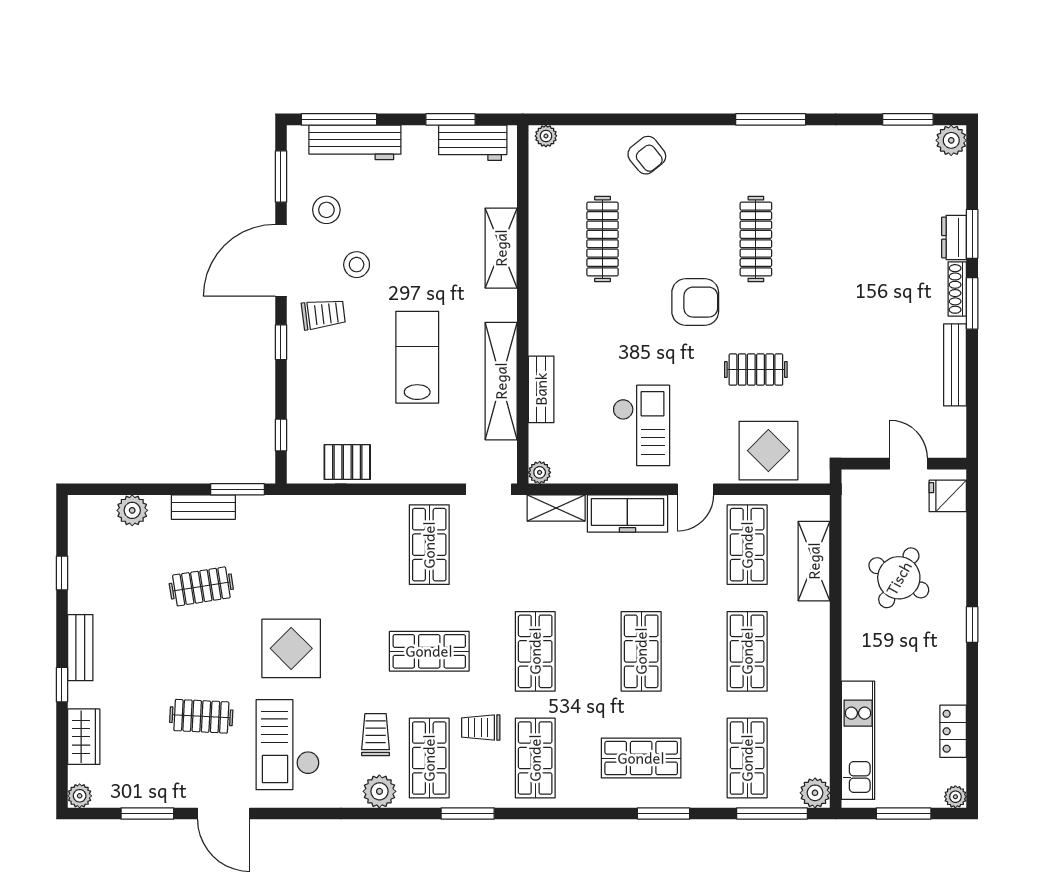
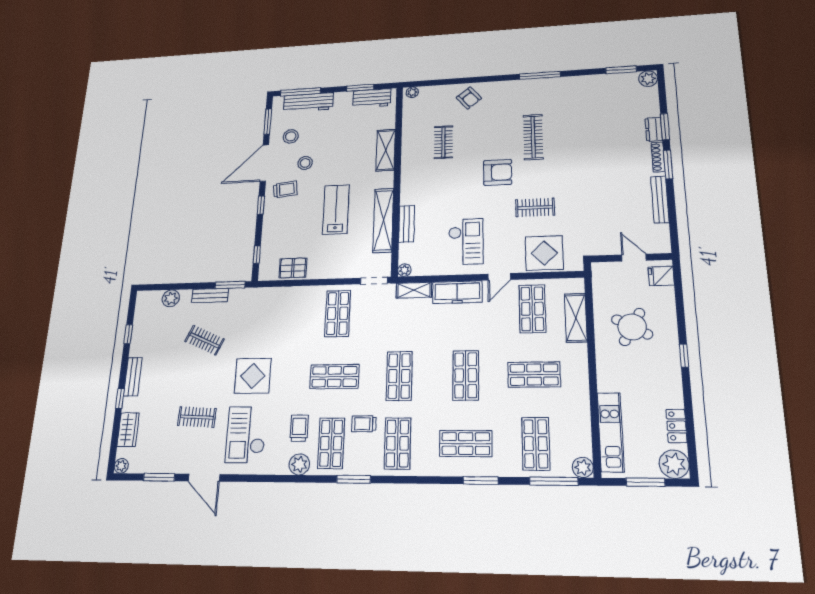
clothes rail: (603, 239) -> (443, 142), width x0.73
clothes rail: (201, 586) -> (204, 340), turned 33
shop shelf: (747, 651) -> (534, 375), turned 90
plant: (955, 797) -> (674, 464), width x1.88, depth x1.88

